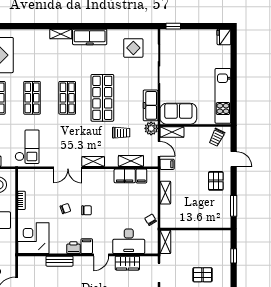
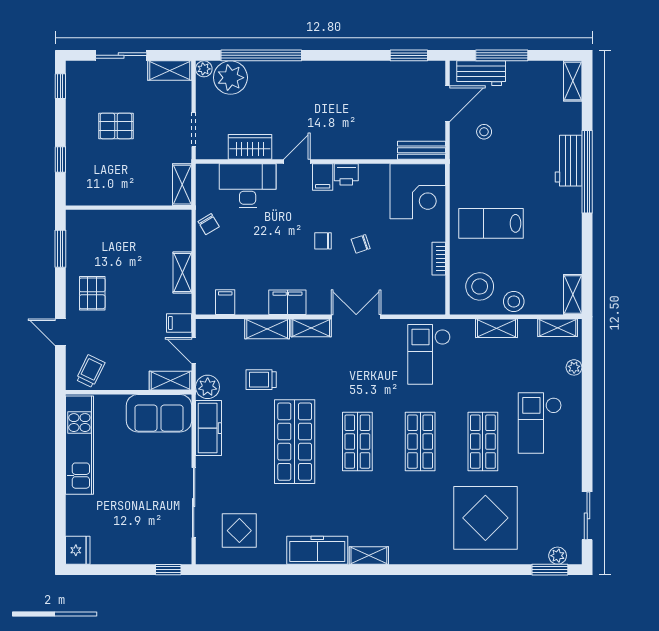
shelving: (131, 161) -> (267, 329), moved
filing cabinet: (125, 176) -> (287, 302), moved
bench: (60, 261) -> (421, 150), moved

